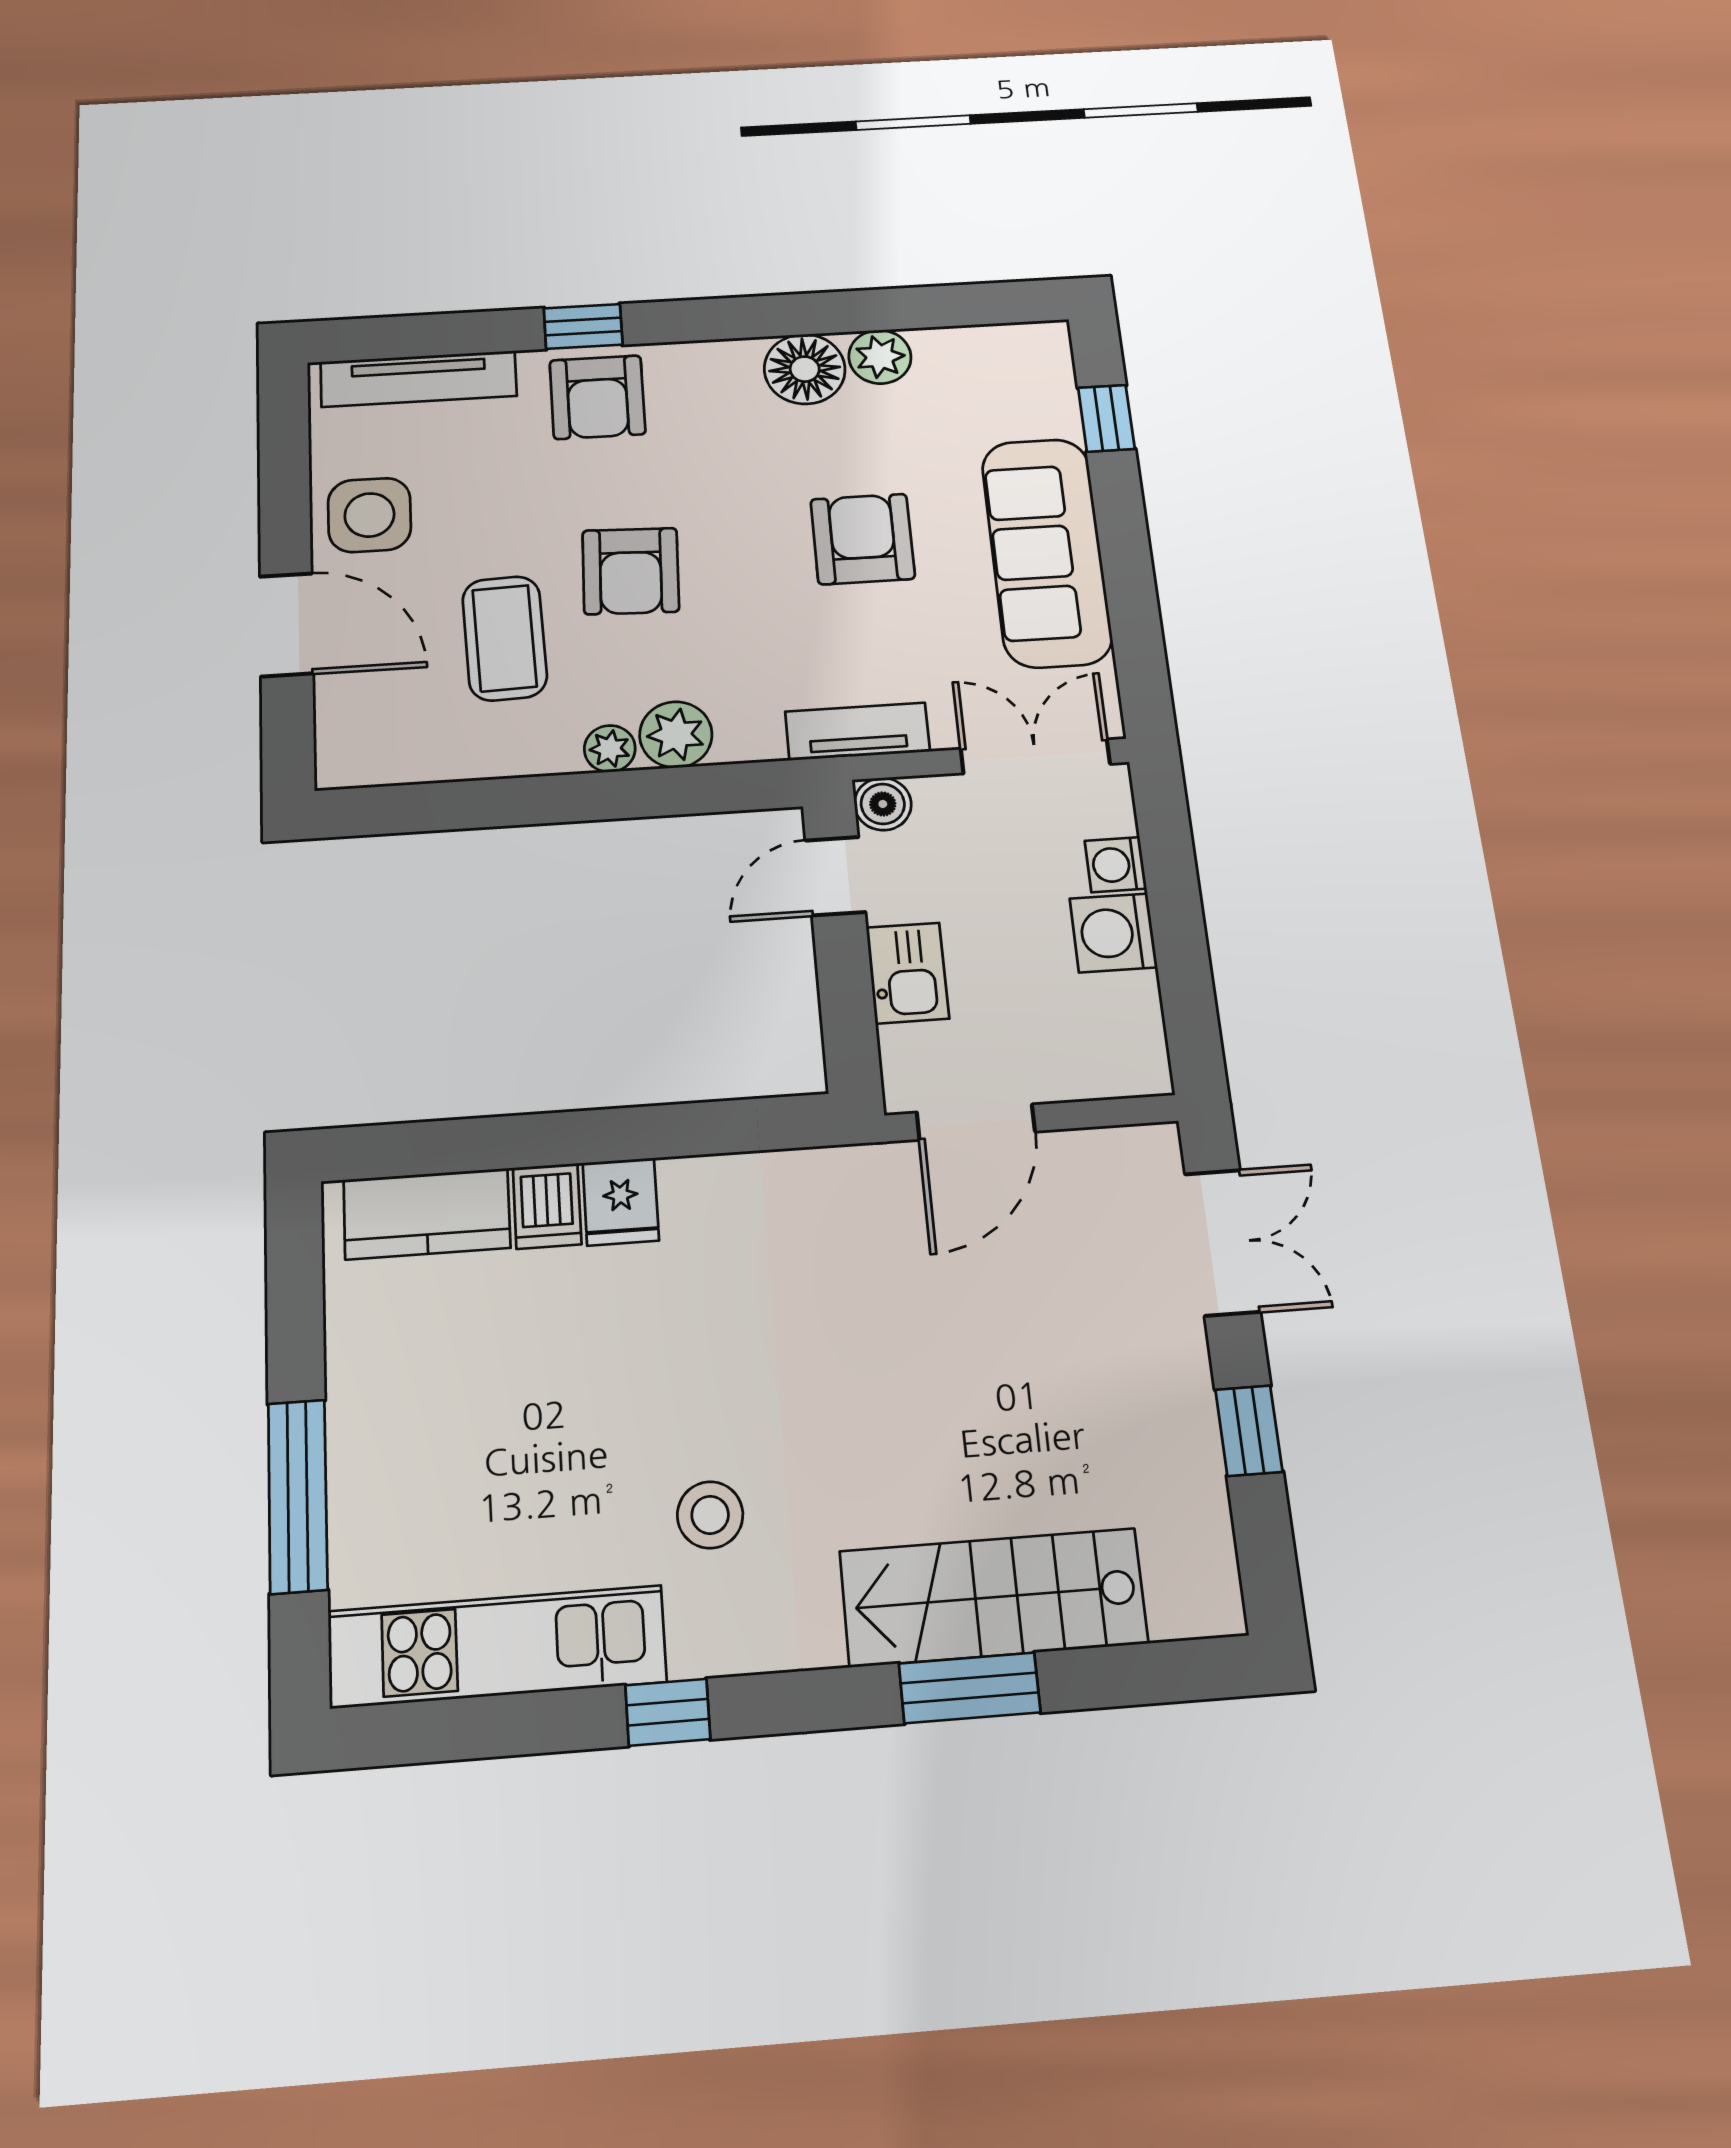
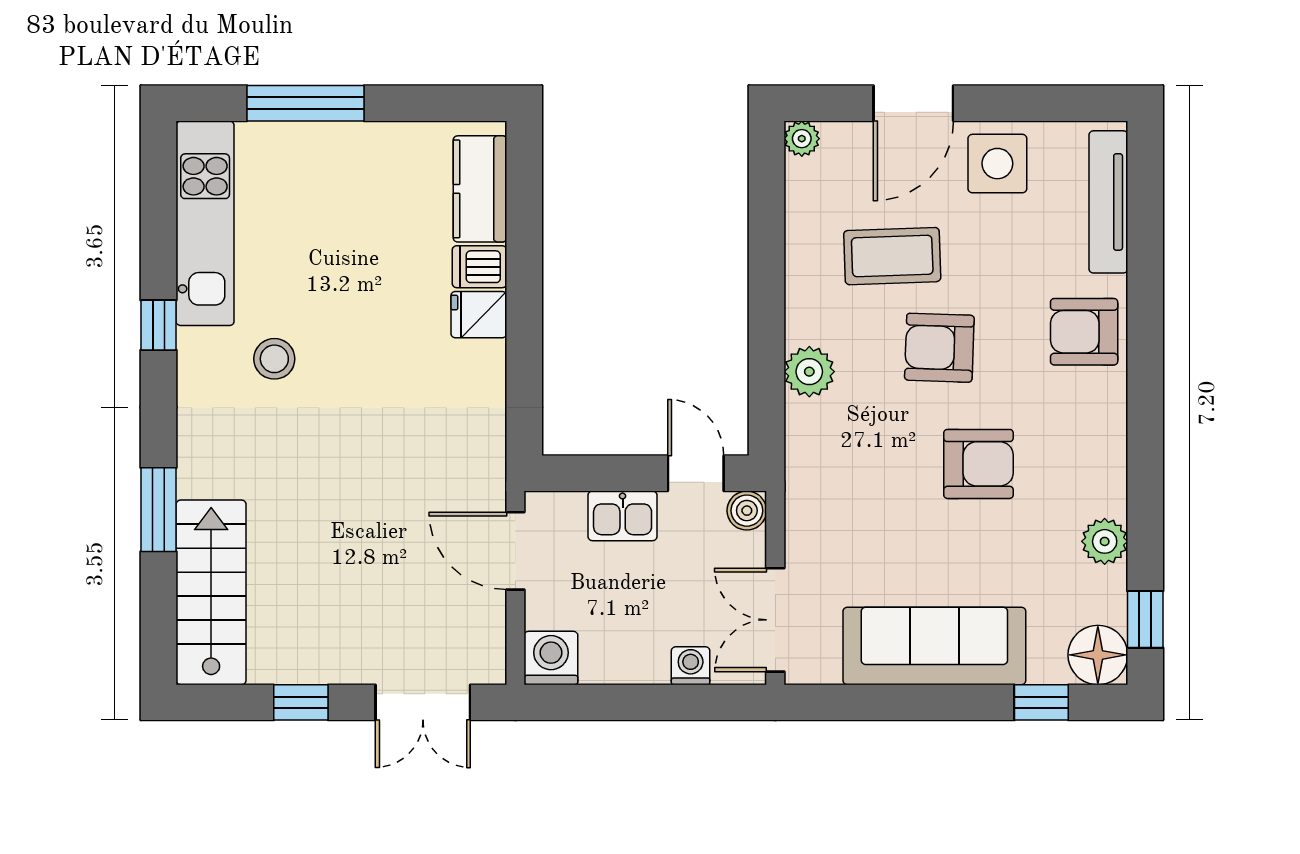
window: (583, 326) -> (1145, 619), moved
floor lamp: (805, 369) -> (1098, 655), moved
armchair: (863, 539) -> (978, 464), moved
tv unit: (858, 731) -> (803, 498), removed
plant: (610, 749) -> (802, 139), moved
double door: (1035, 756) -> (775, 620), swing flipped
washing machine: (1113, 933) -> (551, 658), moved
stairs: (993, 1597) -> (211, 592), moved

